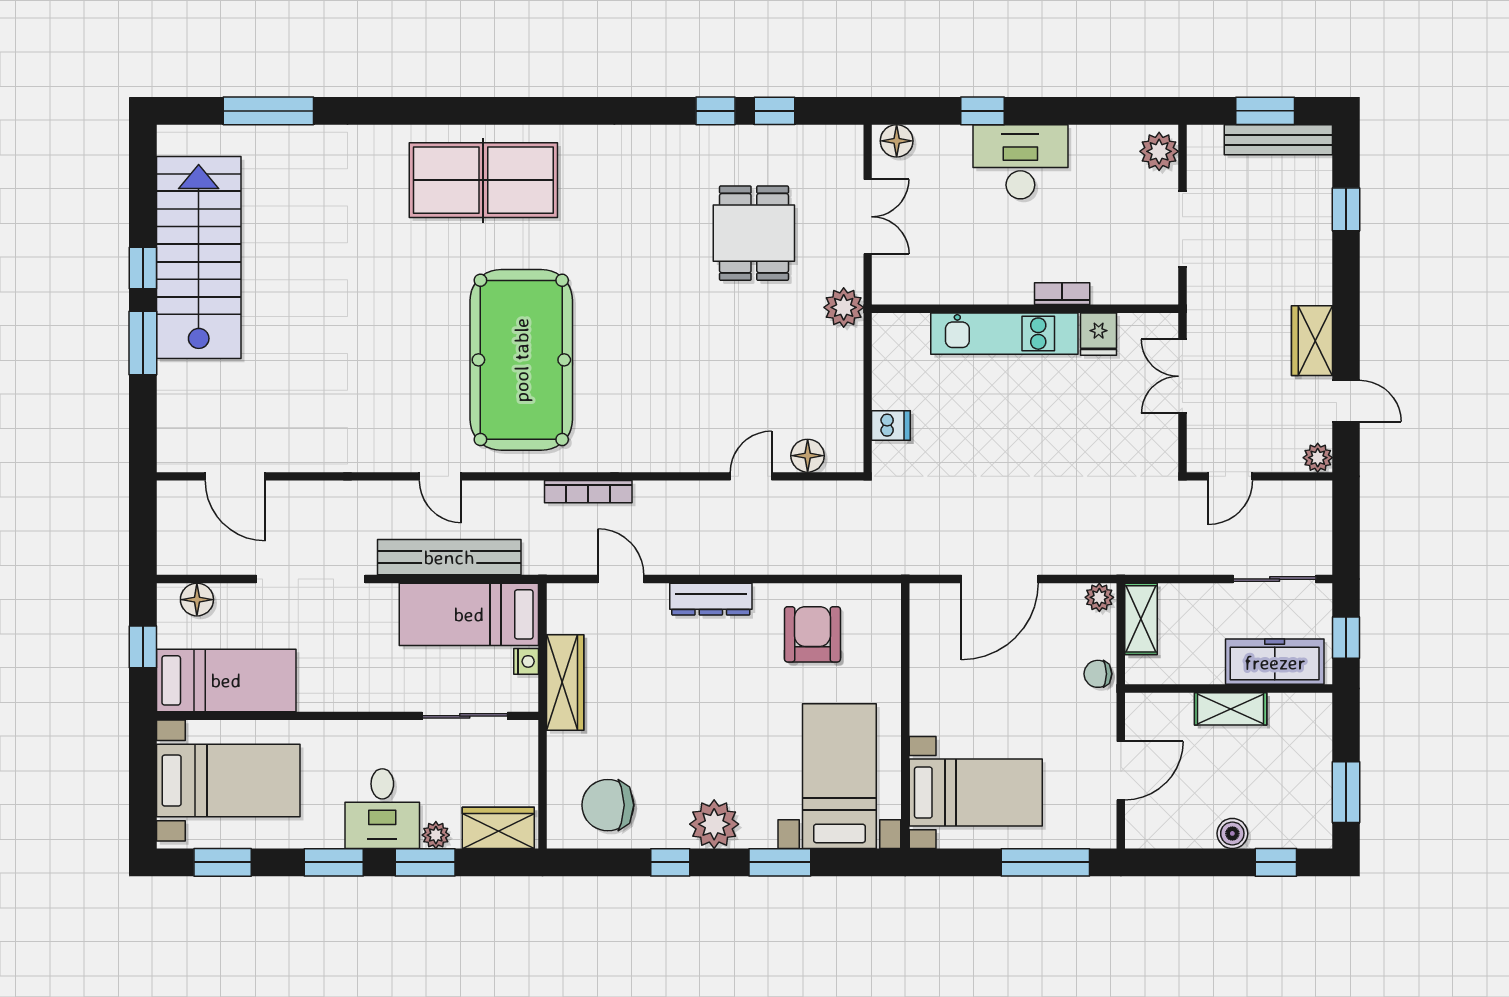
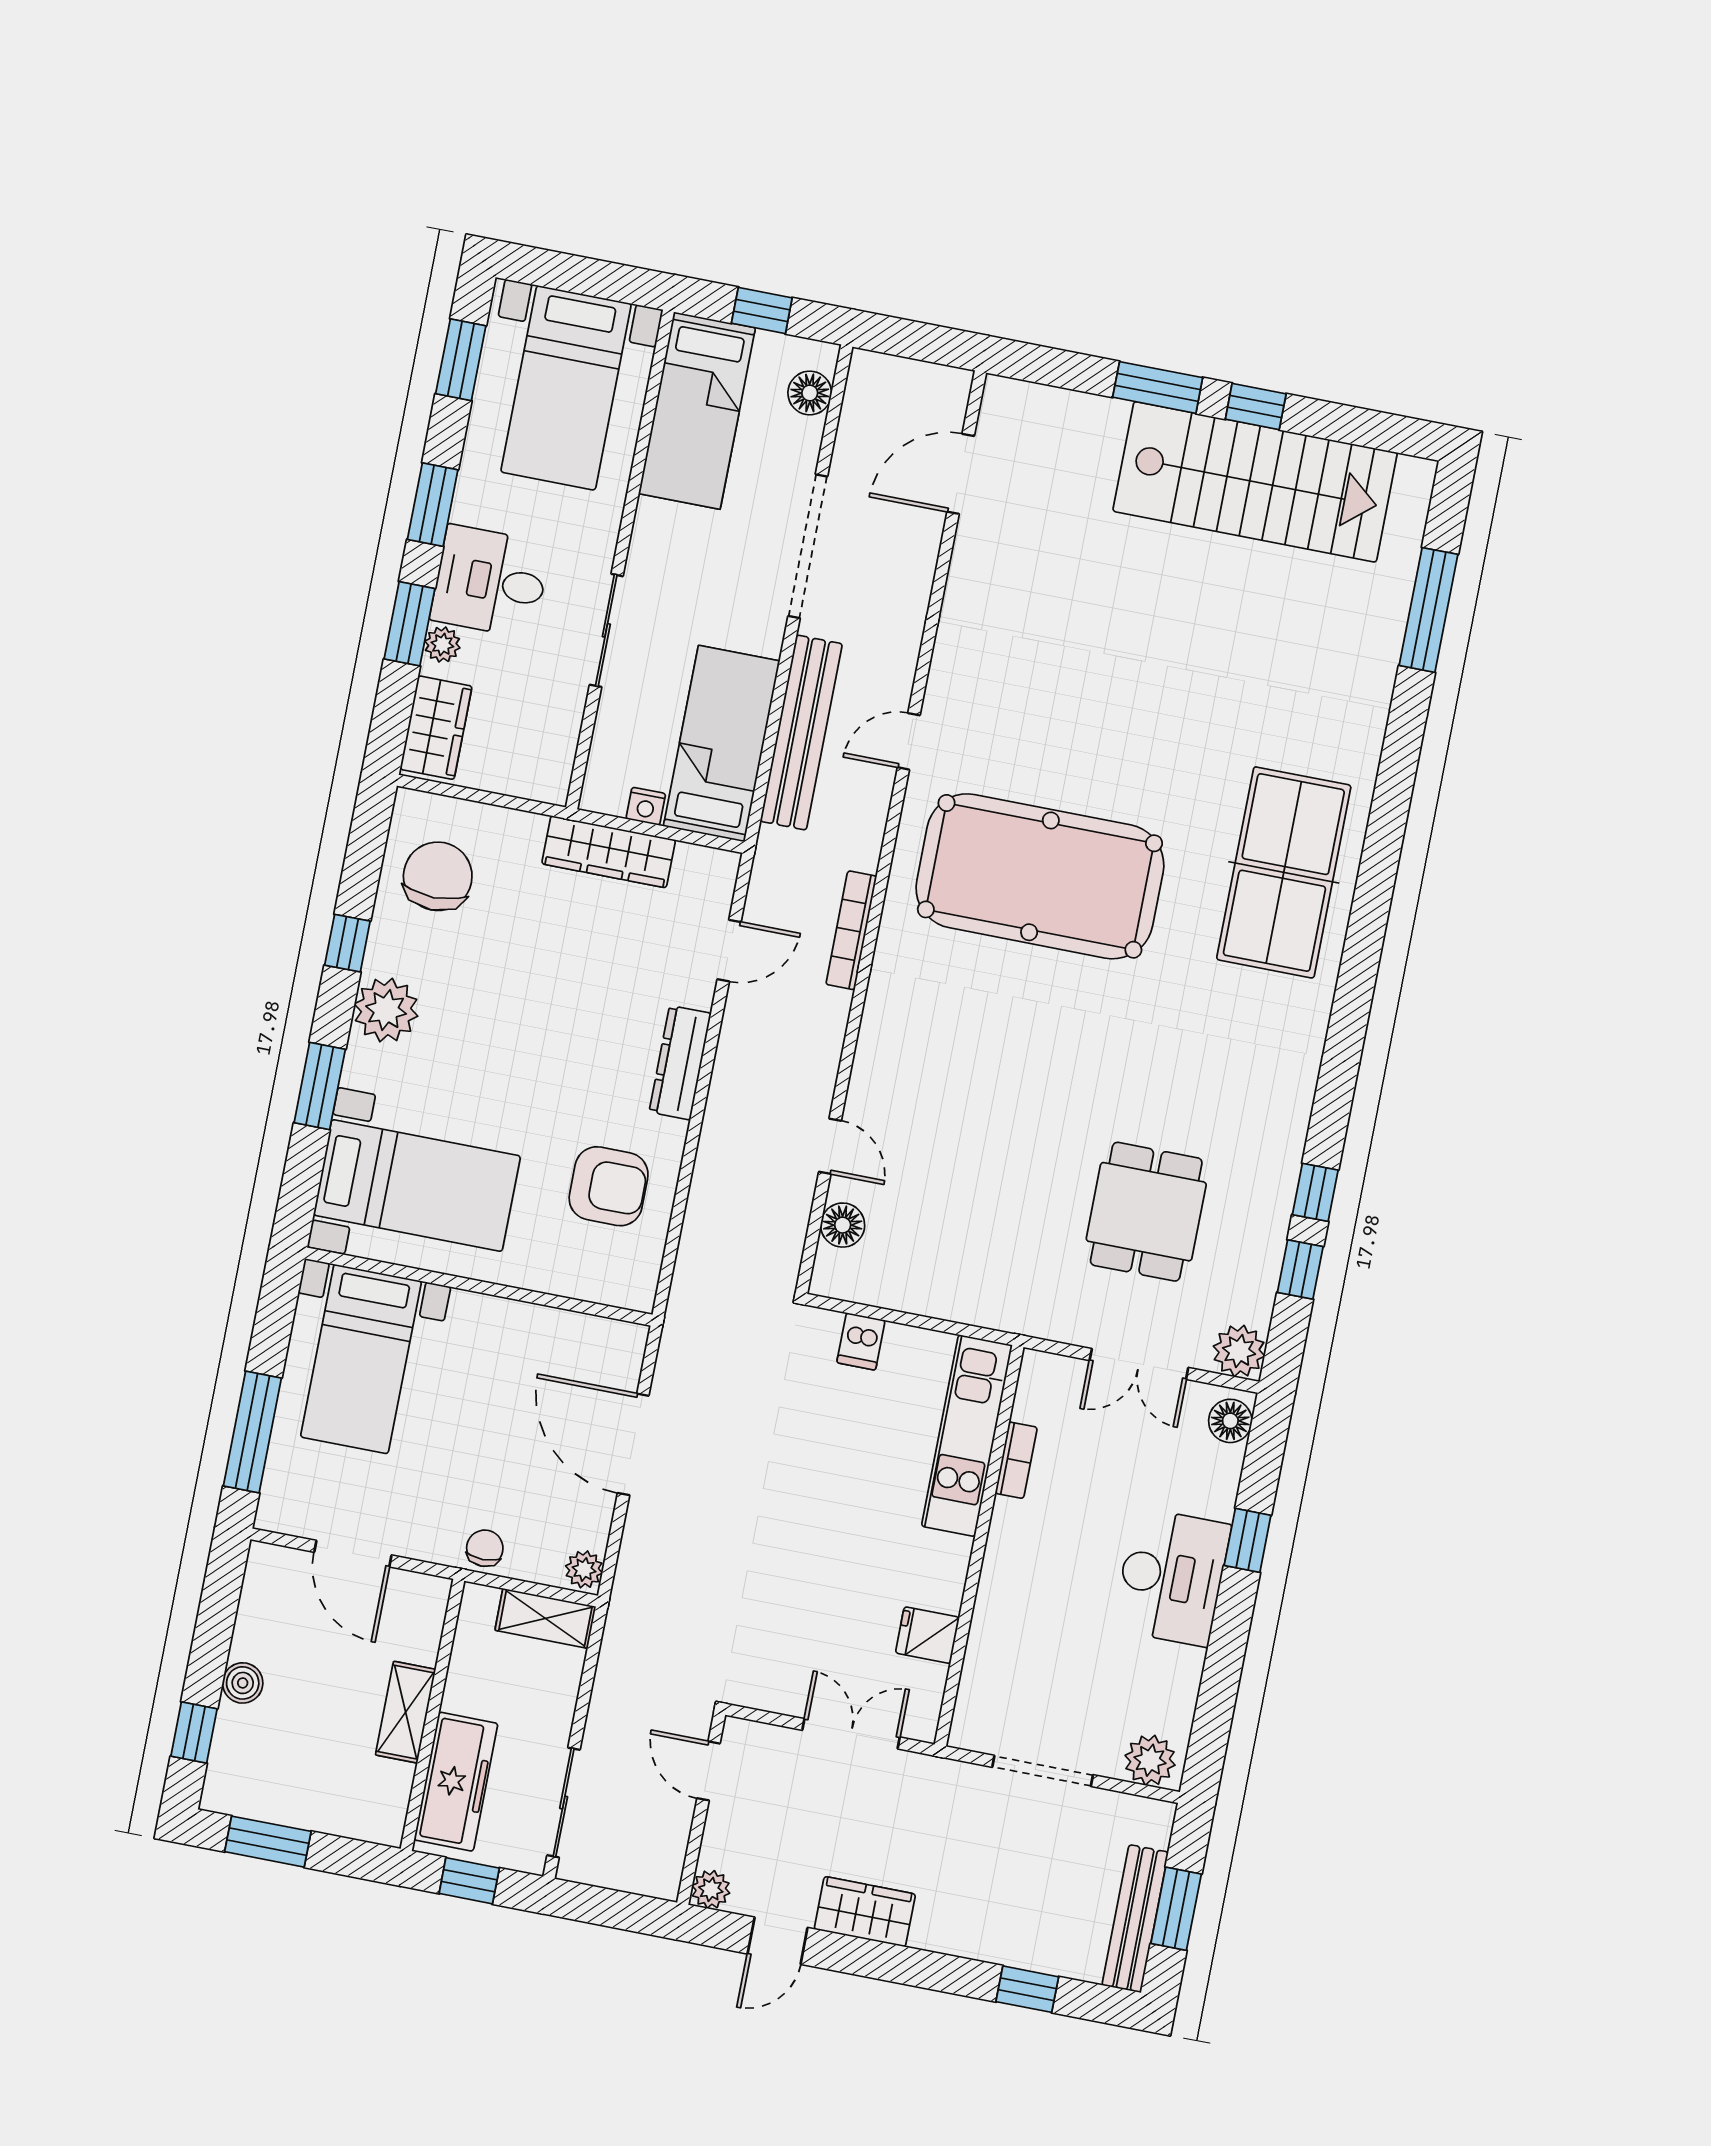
dining table: (754, 233) -> (1146, 1212), turned 90
bookcase: (1062, 294) -> (1016, 1460), moved
plant: (844, 307) -> (1239, 1351), moved
kitchen unit: (1004, 334) -> (967, 1436), moved
sliding door: (465, 716) -> (606, 630), moved

